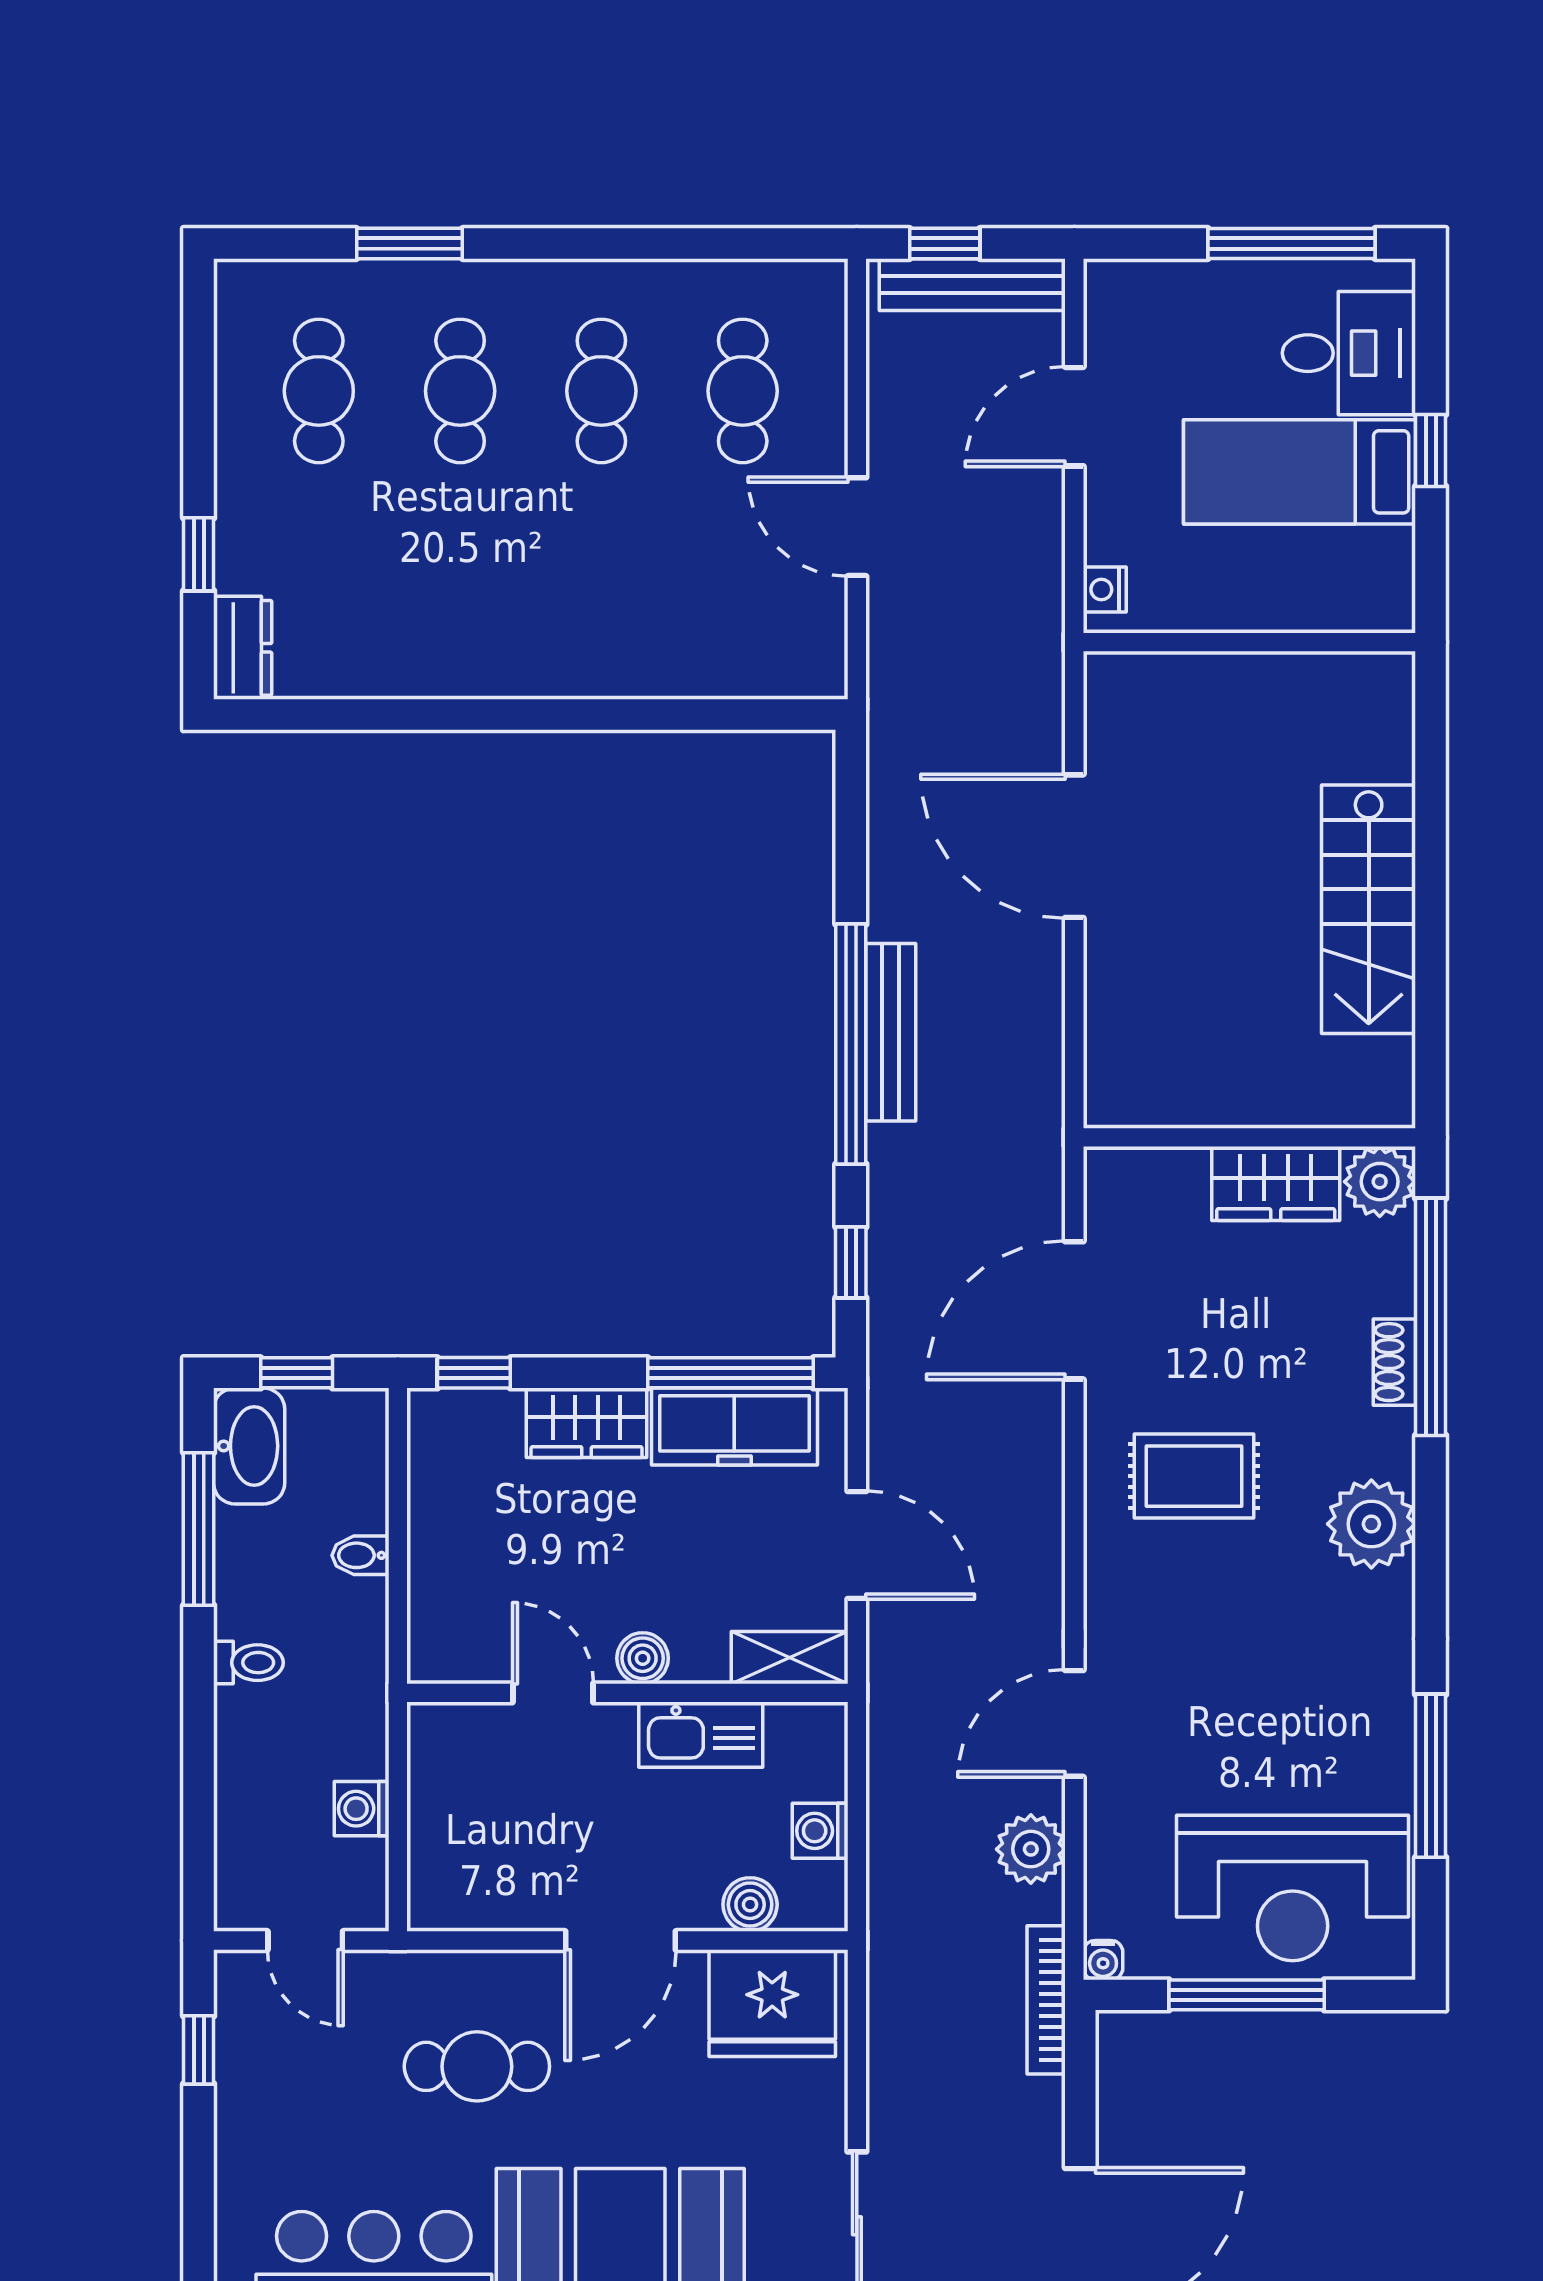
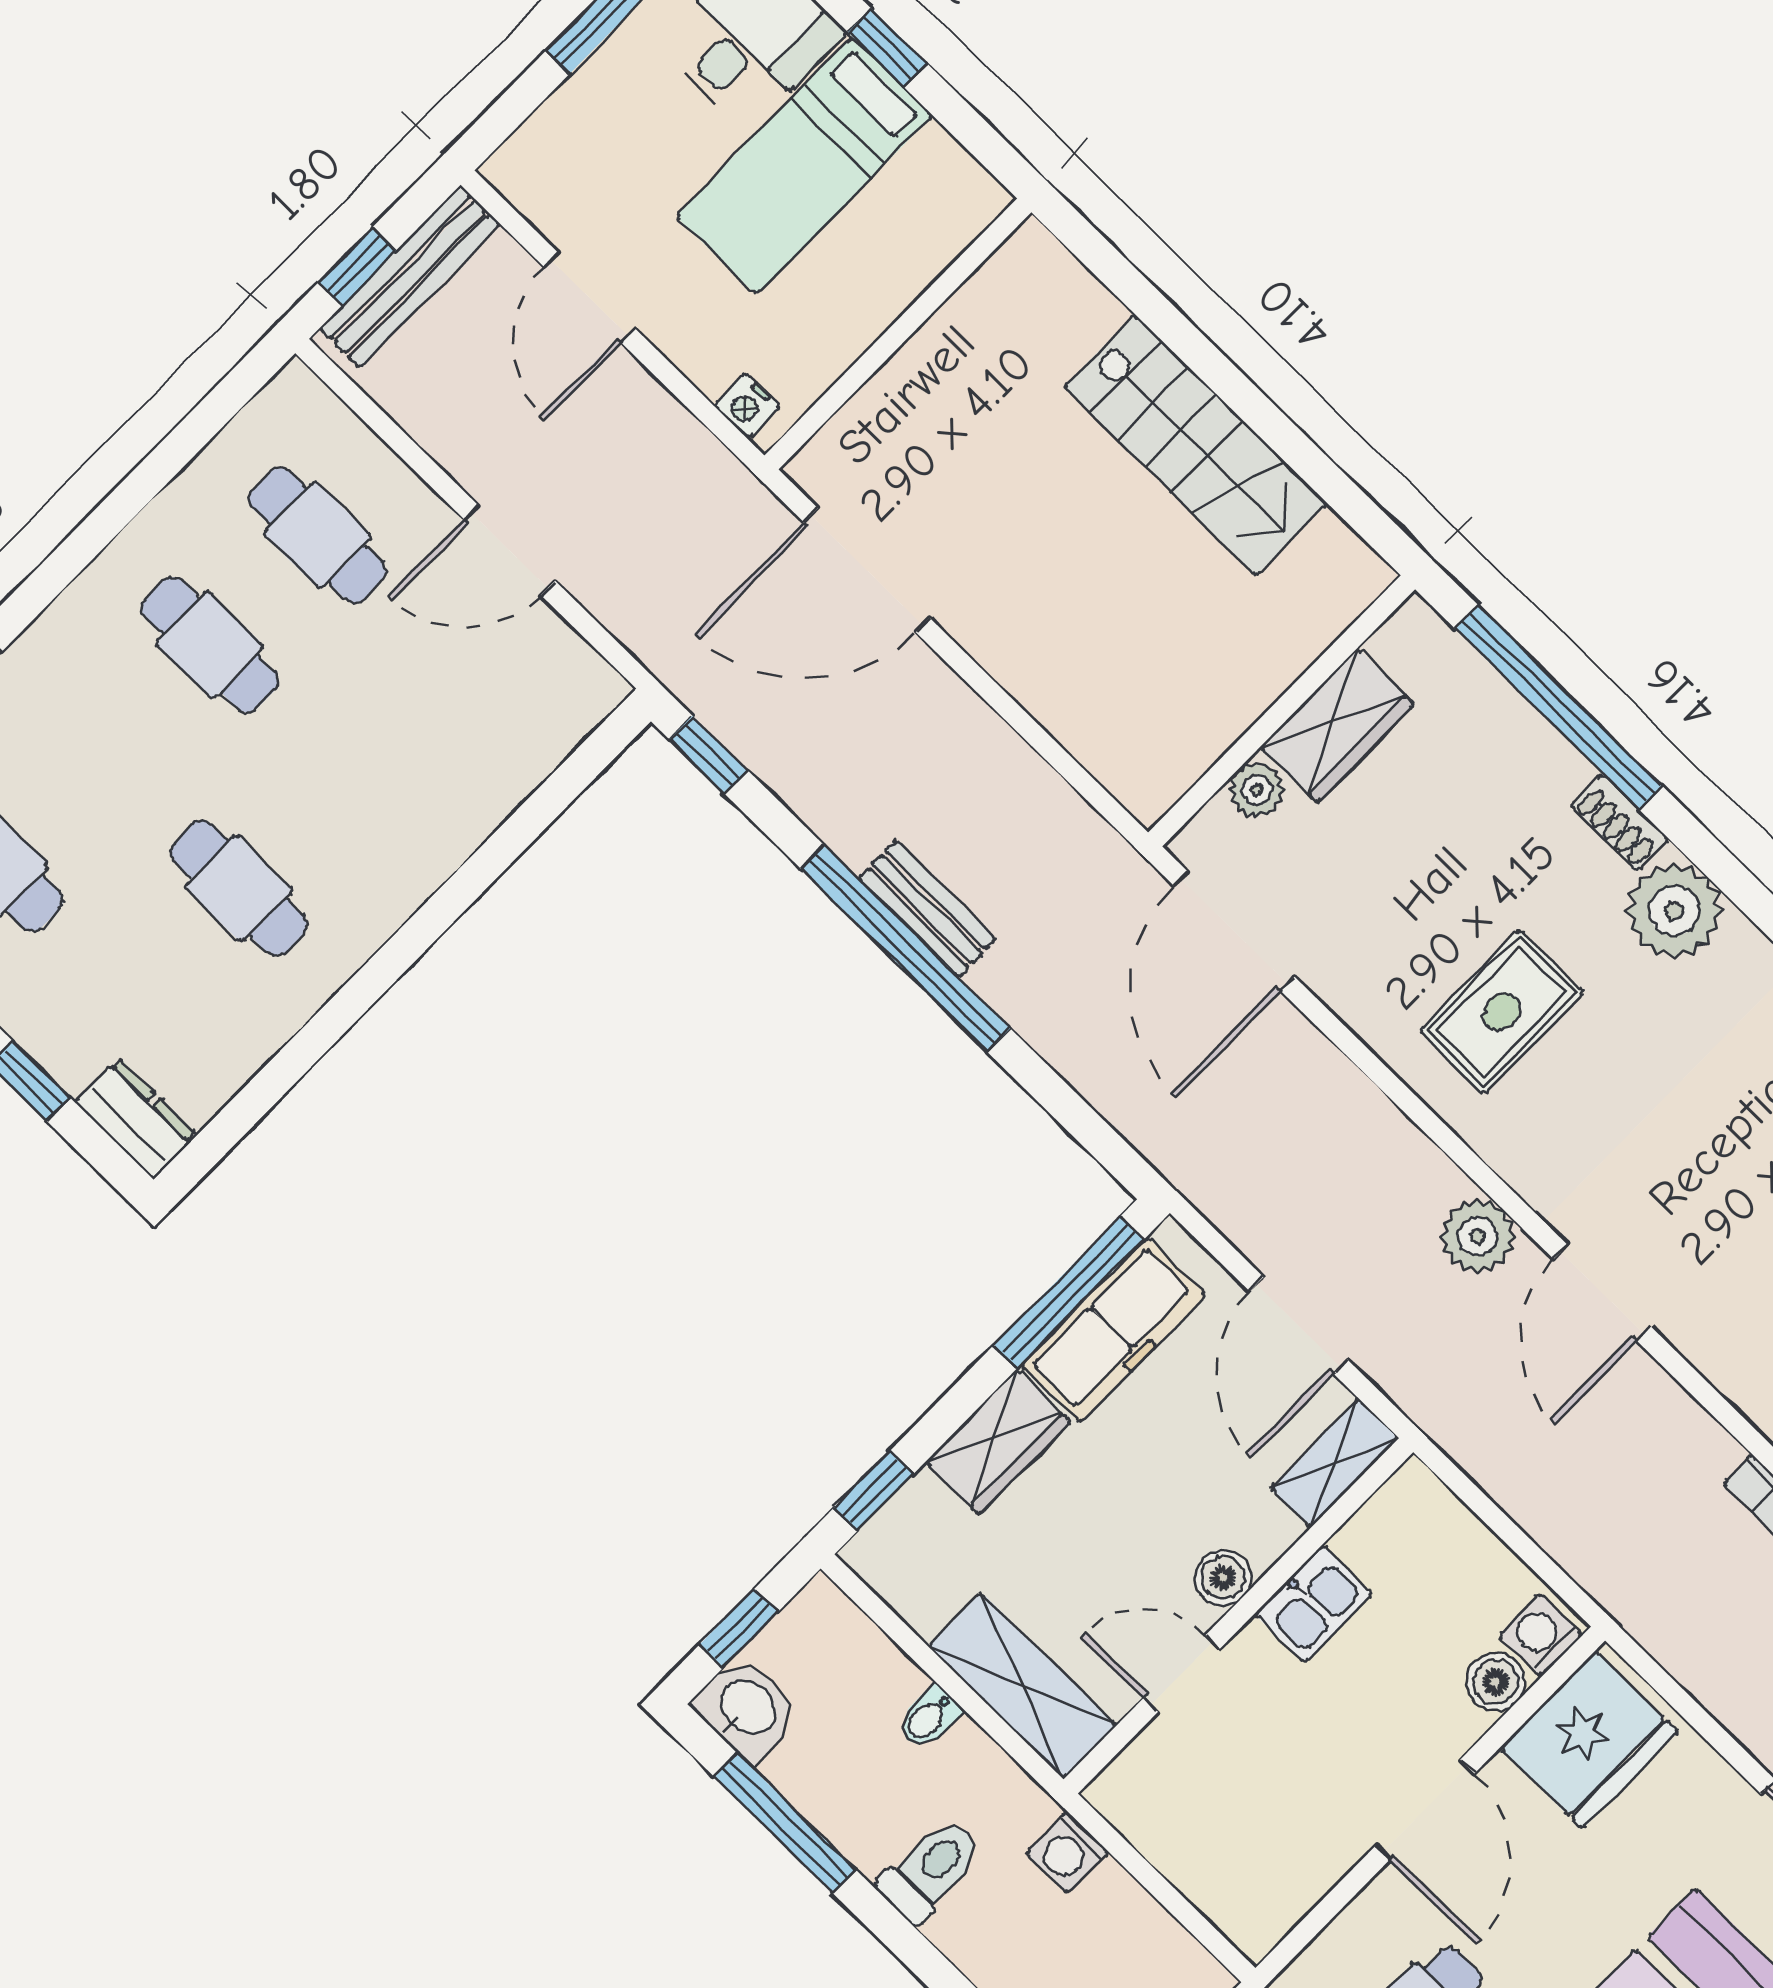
cafe table: (460, 391) -> (239, 888), moved
door: (1074, 846) -> (867, 570), moved
bench: (891, 1032) -> (927, 909), width x0.73
plant: (1380, 1182) -> (1257, 790), moved, width x0.73, depth x0.73
window: (851, 1262) -> (708, 755), moved
door: (1074, 1310) -> (1234, 931), moved
shoe rack: (1394, 1362) -> (1620, 823), moved
washbasin: (249, 1446) -> (747, 1709), width x0.72
door: (857, 1545) -> (1298, 1325), swing flipped
shelving: (442, 1596) -> (1022, 1686), added
toilet: (248, 1663) -> (930, 1870), width x1.37, depth x1.39
kitchen sink: (701, 1735) -> (1314, 1604), width x0.73
washing machine: (362, 1809) -> (1067, 1852), moved
washing machine: (820, 1831) -> (1540, 1635), moved, turned 90
plant: (1031, 1849) -> (1478, 1236), moved

